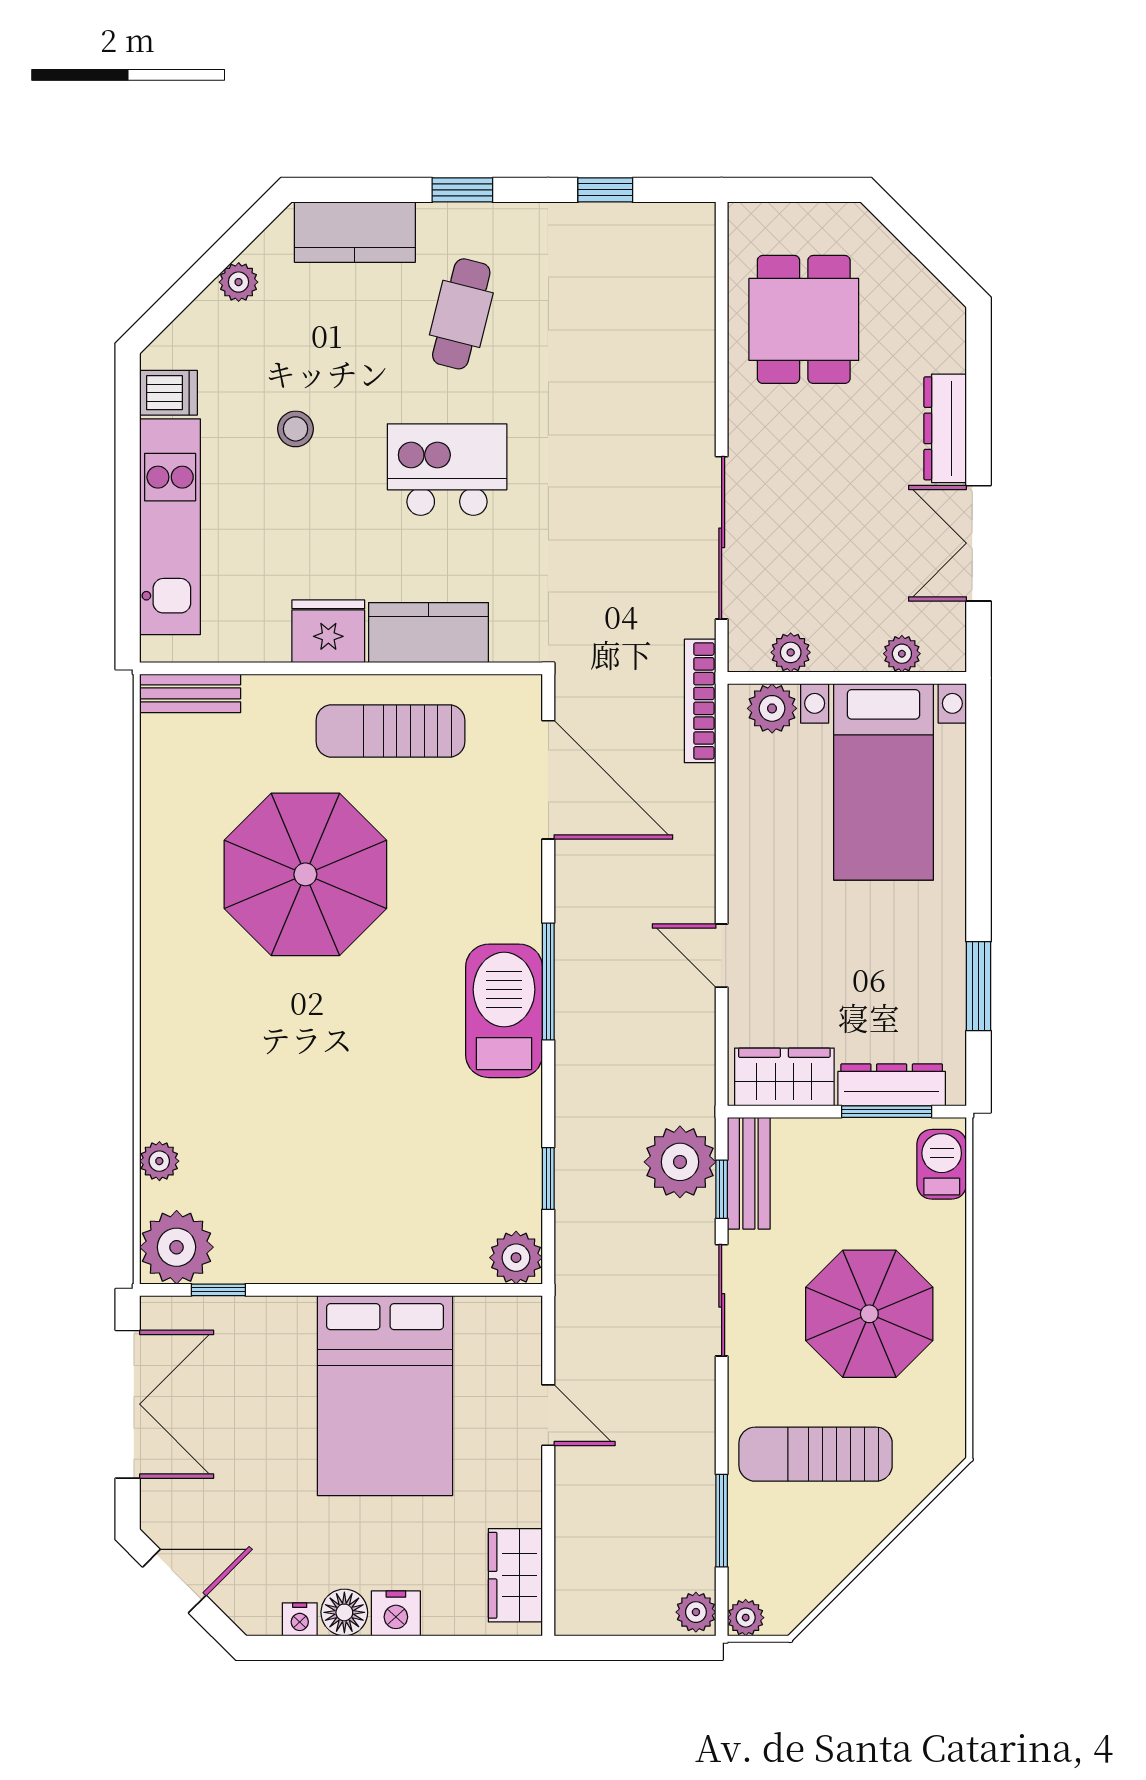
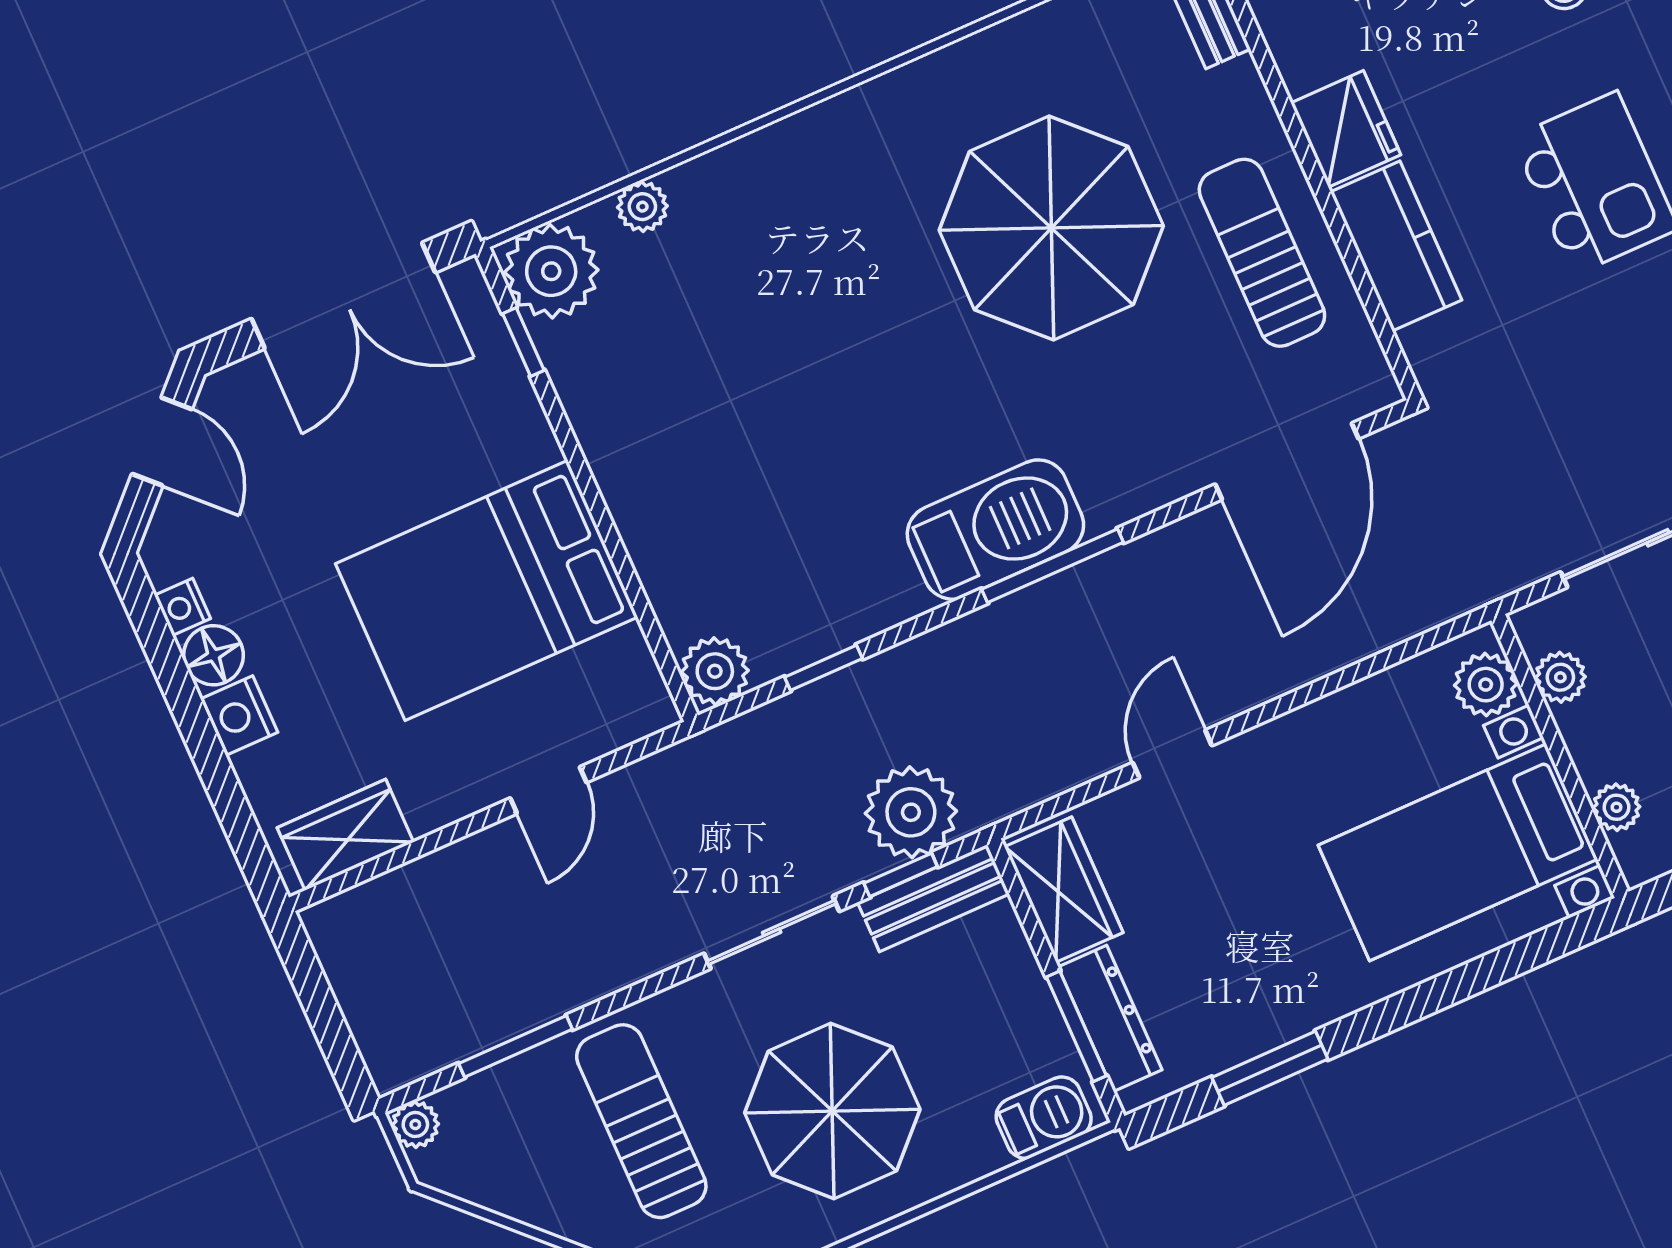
bookcase: (700, 701) -> (1457, 597), removed
plant: (696, 1612) -> (396, 1064), removed

